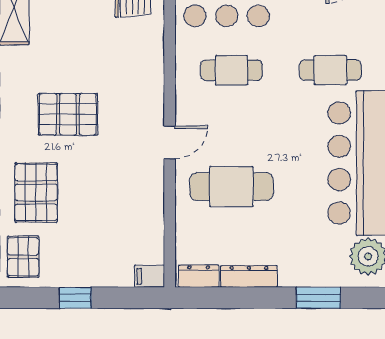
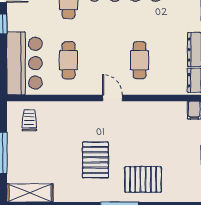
cafe table: (231, 187) -> (140, 60), width x0.73, depth x0.74
pallet: (23, 257) -> (182, 187), removed

